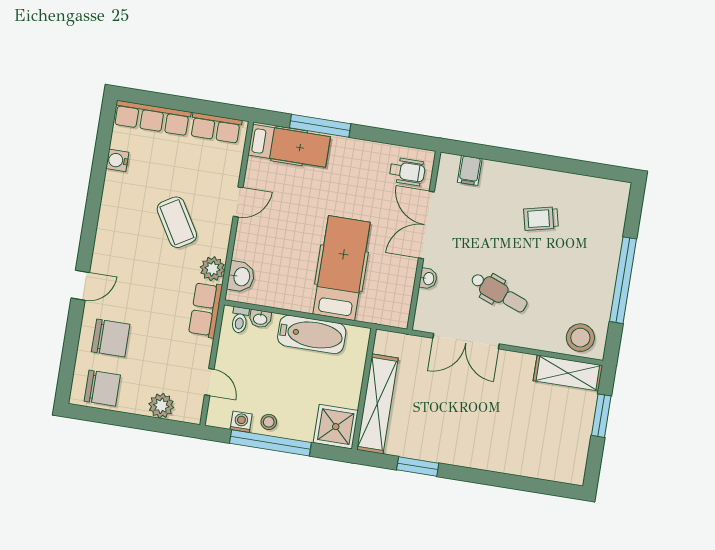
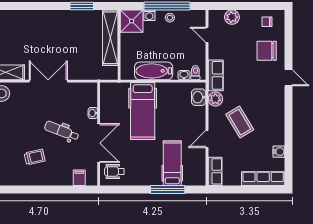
row of seats: (216, 128) -> (215, 171), moved, turned 90
hospital bed: (289, 146) -> (172, 163), moved, turned 90
door: (80, 285) -> (289, 78), swing flipped
dental chair: (499, 293) -> (62, 131), moved
double door: (466, 341) -> (48, 81), moved
chair: (102, 388) -> (267, 22), width x0.54, depth x0.54
washing machine: (241, 422) -> (149, 15), moved

